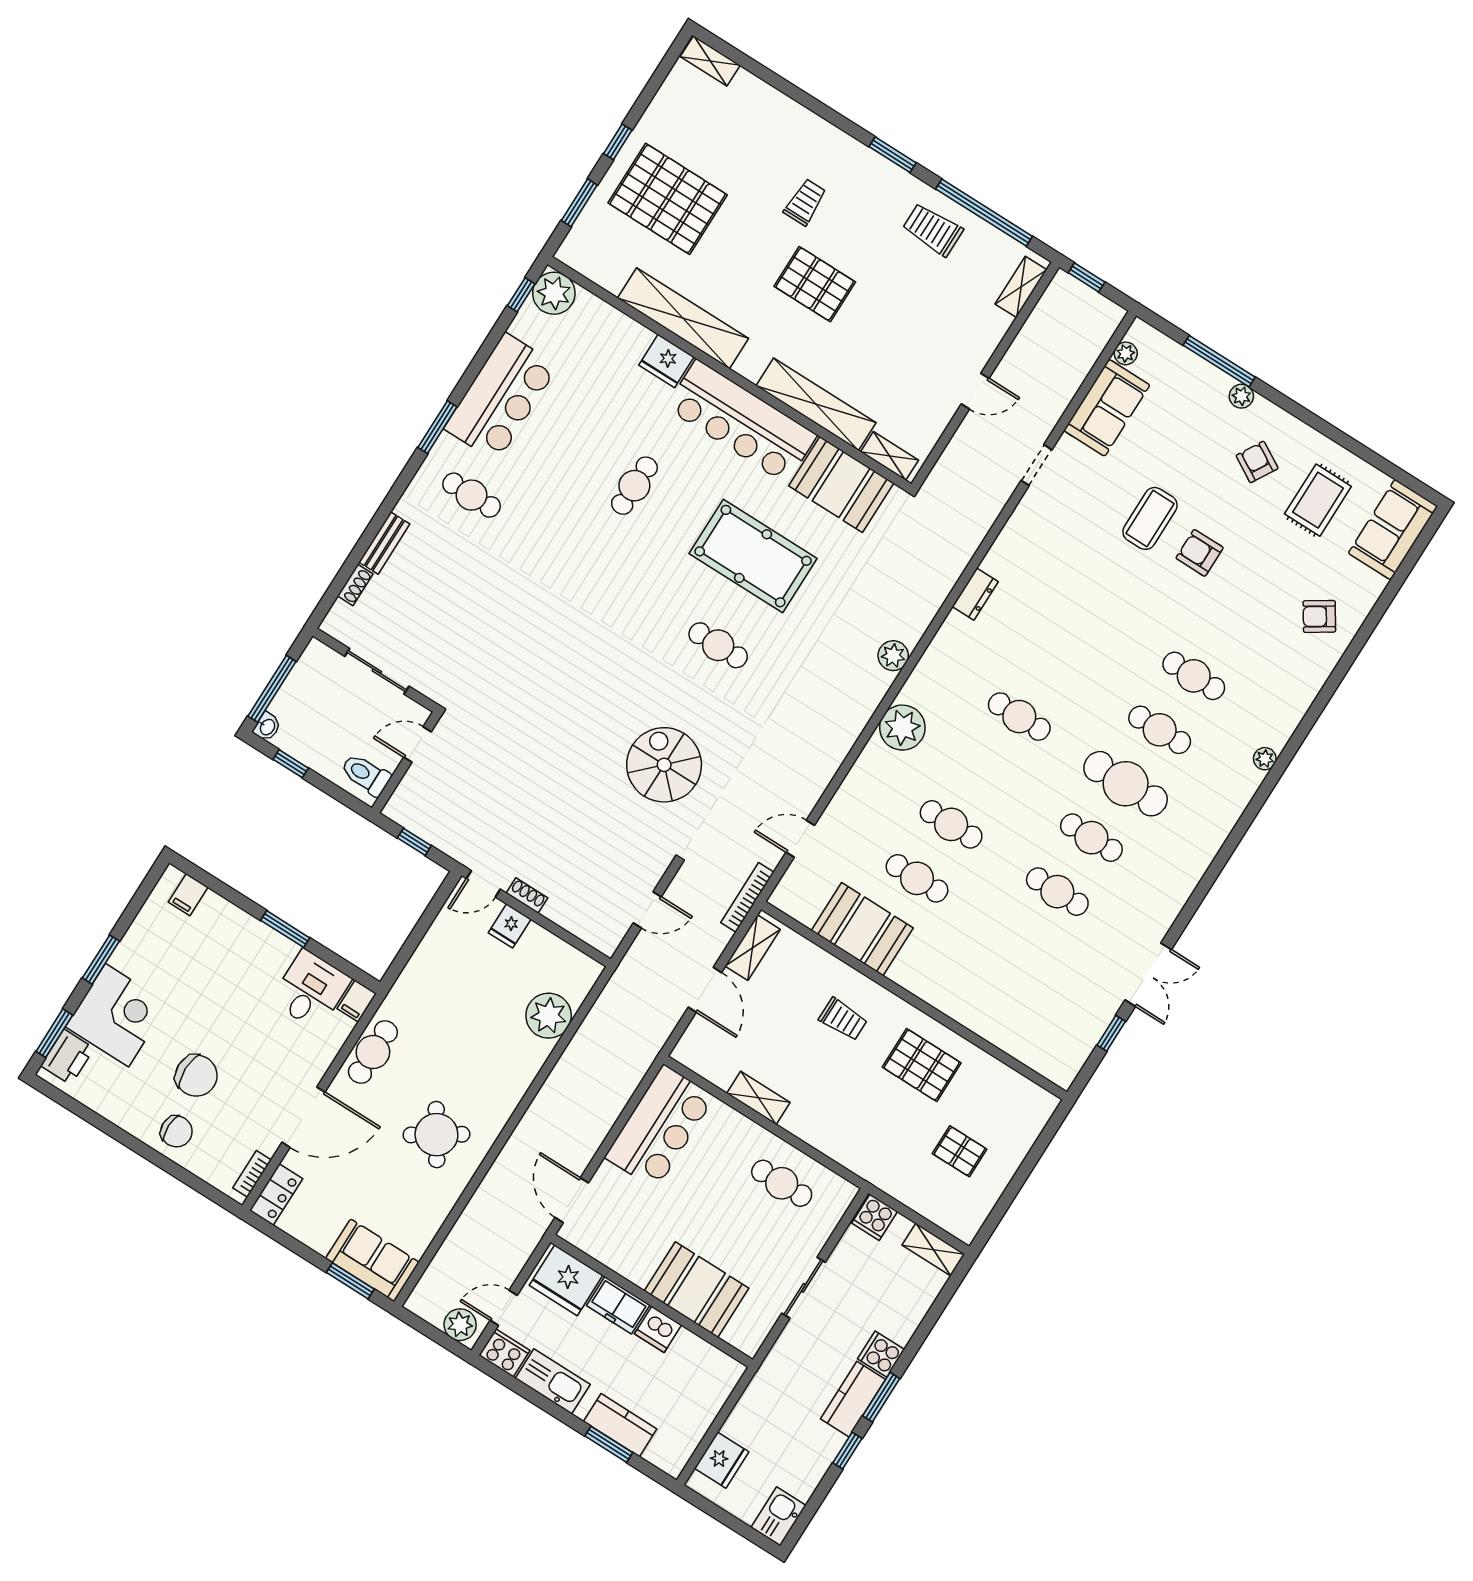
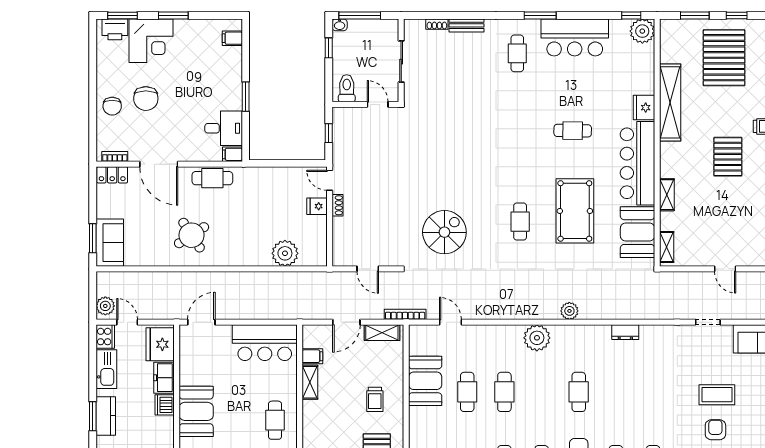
shelving: (816, 404) -> (667, 195), width x0.45, depth x0.75
filing cabinet: (723, 1070) -> (312, 356), added

